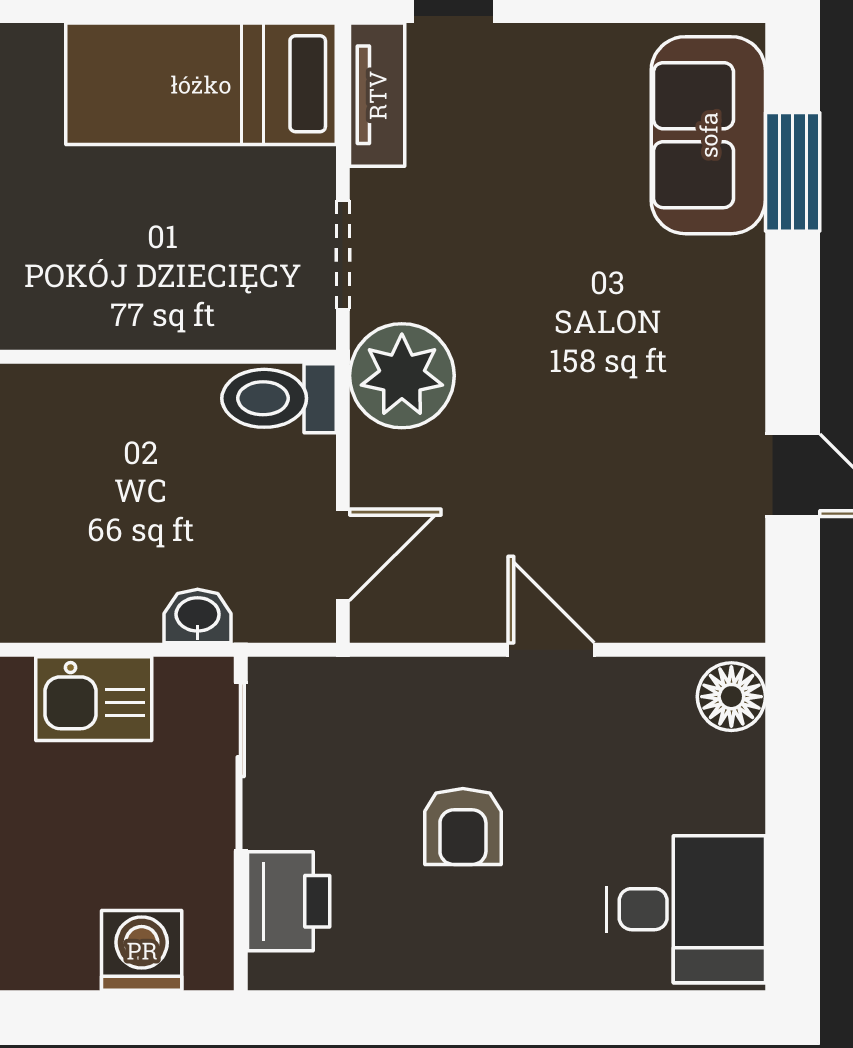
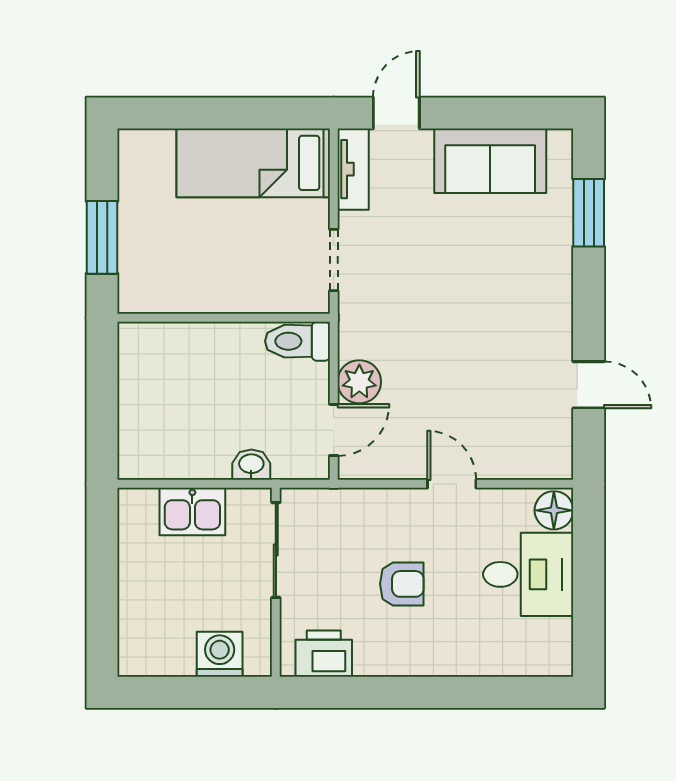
sofa: (708, 135) -> (490, 161), moved, turned -90
plant: (402, 376) -> (359, 382), moved, width x0.73, depth x0.73
armchair: (463, 827) -> (402, 584), turned -90
printer: (289, 901) -> (324, 654), moved, turned -90
desk: (686, 909) -> (528, 574), moved

